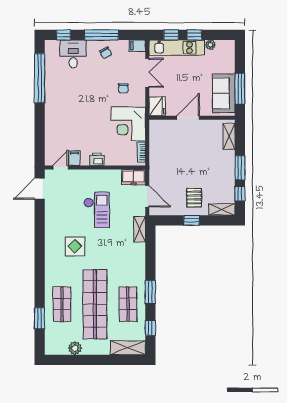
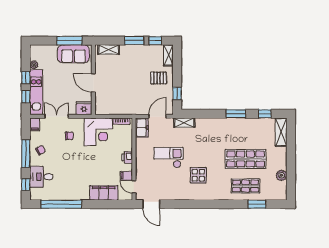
filing cabinet: (53, 130) -> (104, 193), added
window: (191, 220) -> (177, 94), moved
shop shelf: (95, 304) -> (246, 159), width x0.71
shop shelf: (128, 304) -> (246, 132), removed

